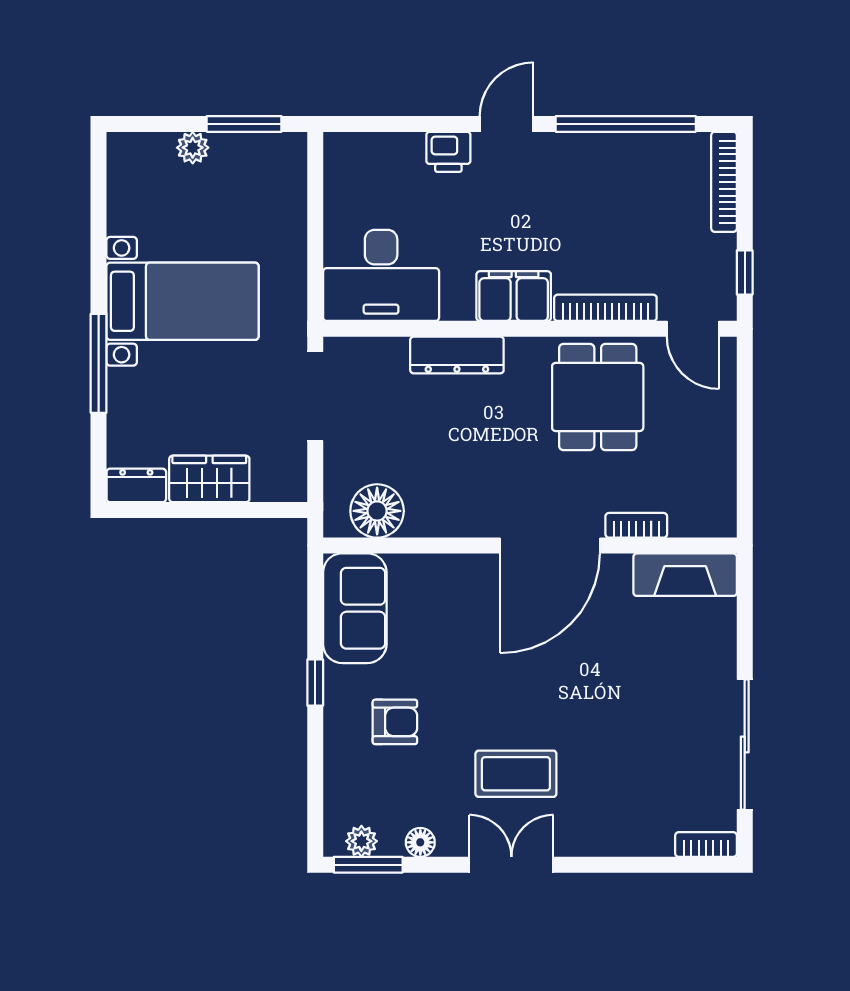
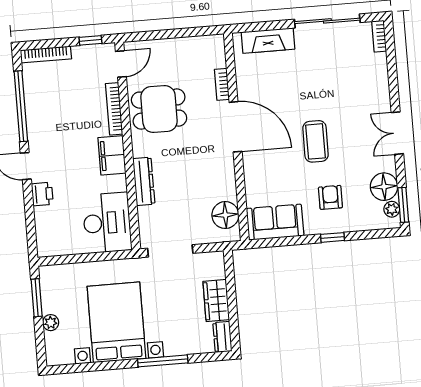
bed with nightstands: (182, 301) -> (117, 322), width x1.36
fireplace: (685, 575) -> (268, 41), moved, turned 90
window: (315, 683) -> (332, 237), moved
coffee table: (516, 774) -> (315, 141), moved
floor lamp: (420, 842) -> (384, 187), width x1.89, depth x1.89

